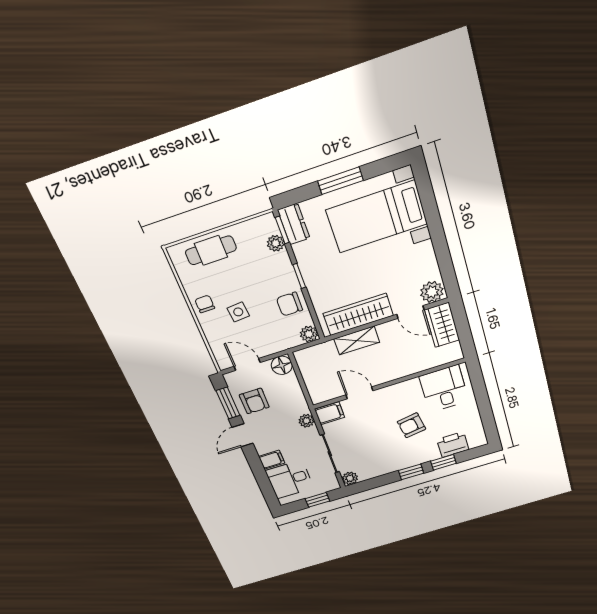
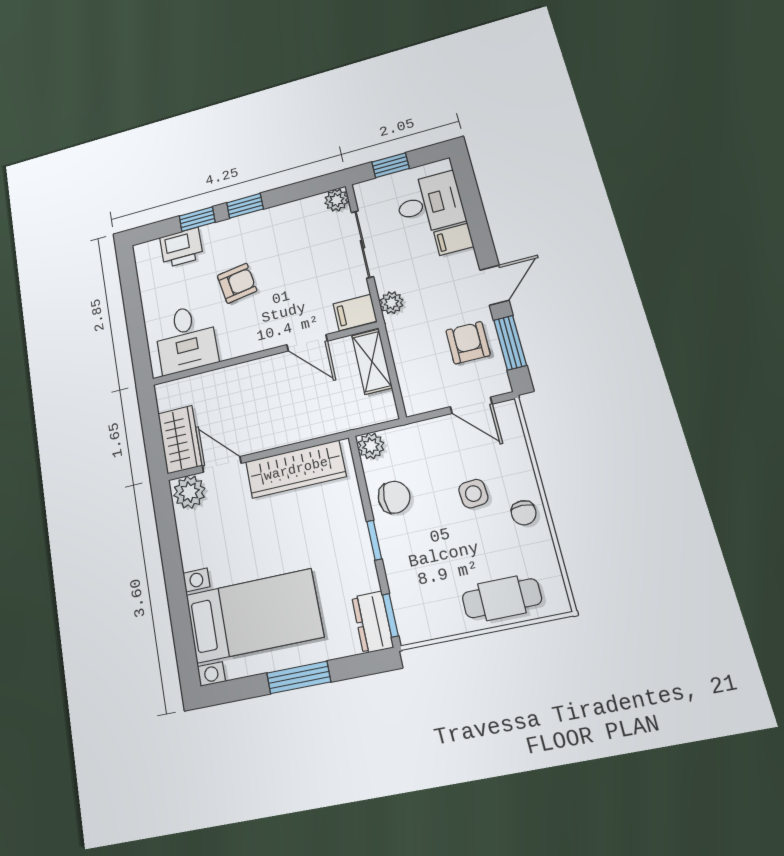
plant: (276, 243) -> (403, 596), removed
shelving: (357, 340) -> (372, 362), moved, turned 90
floor lamp: (282, 365) -> (418, 399), removed

